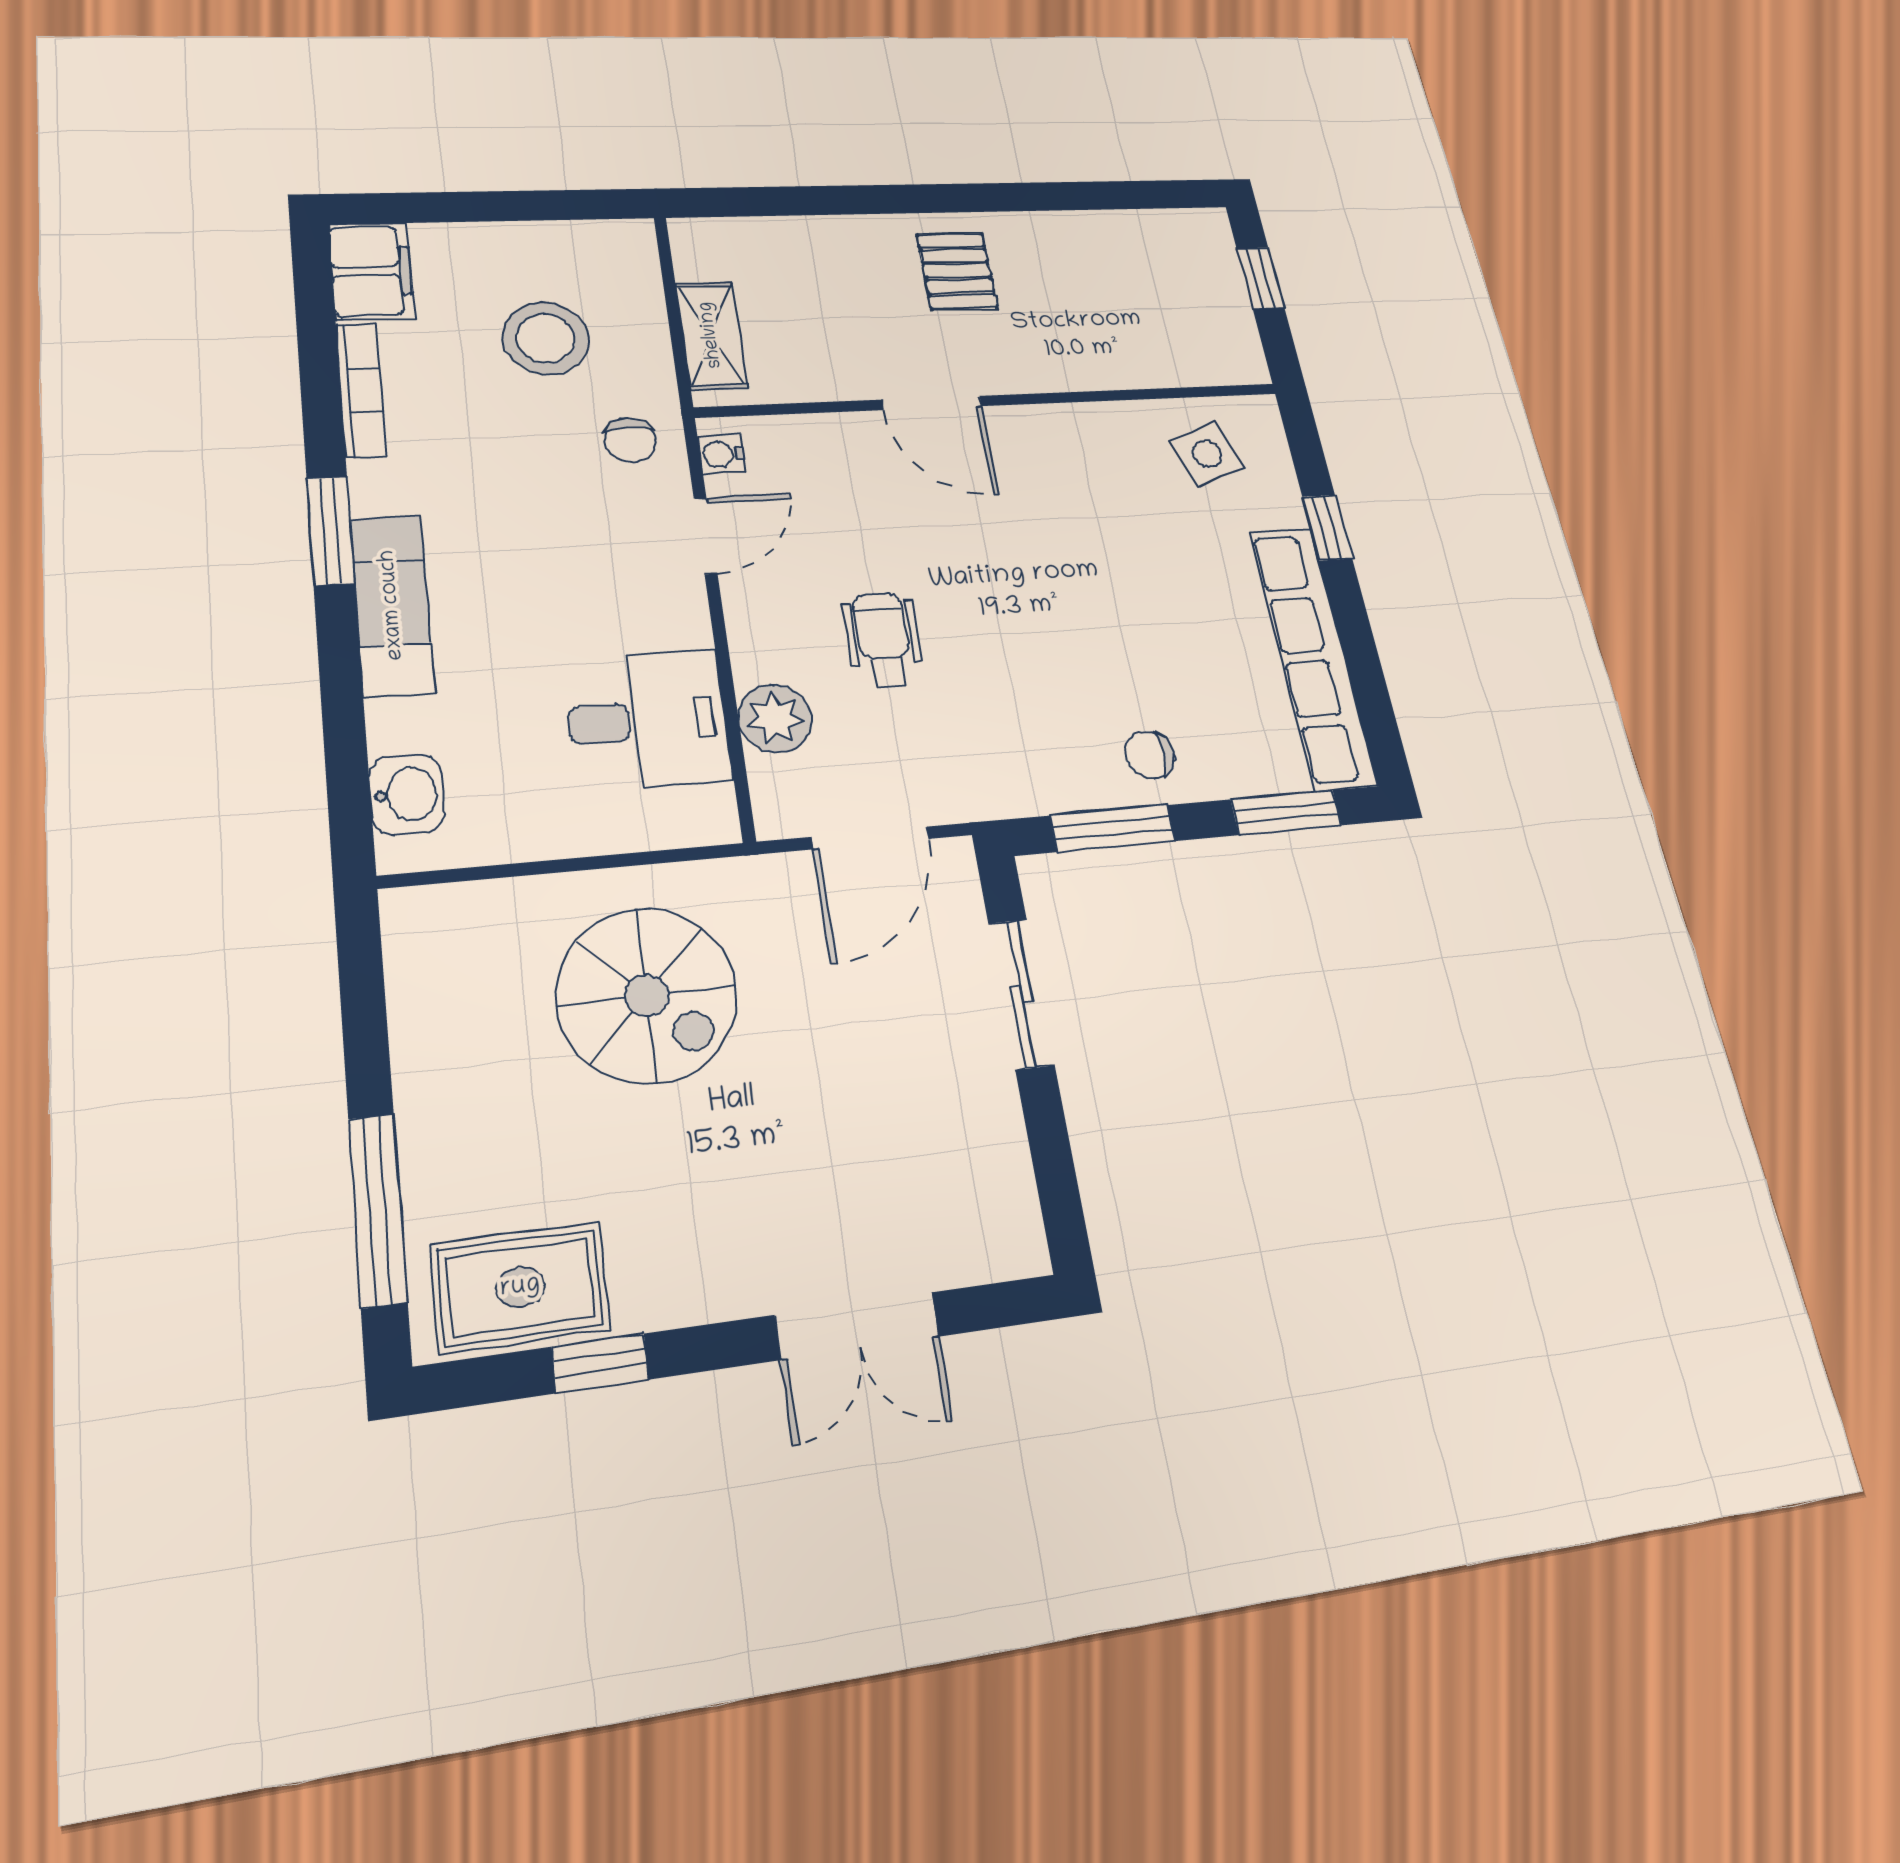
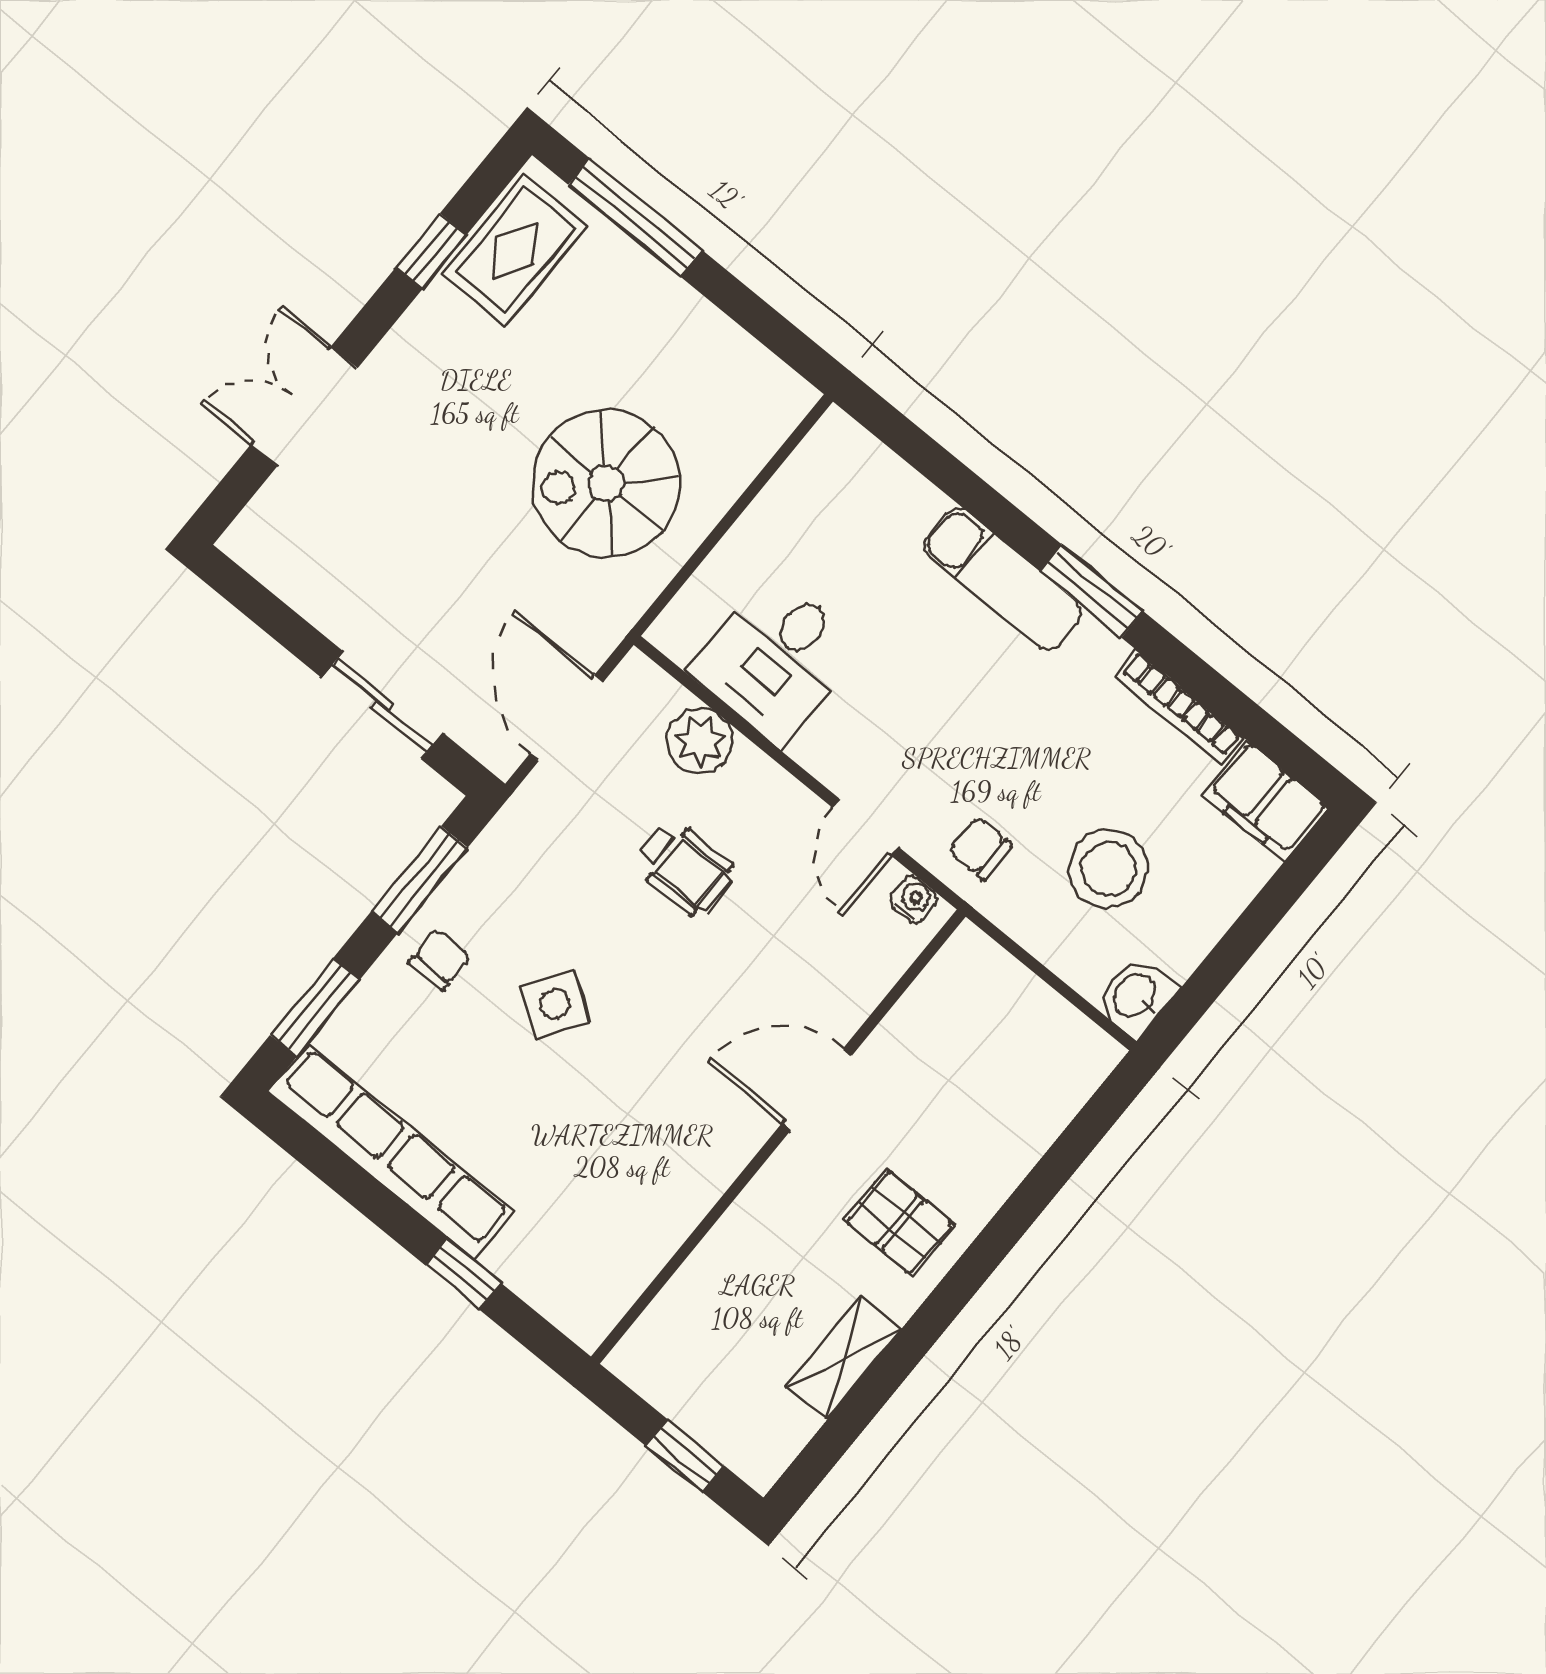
shelving: (711, 335) -> (844, 1358), moved, turned 90
side table: (1207, 454) -> (555, 1004), moved, turned -38
washbasin: (407, 795) -> (1136, 996), moved, turned 90

